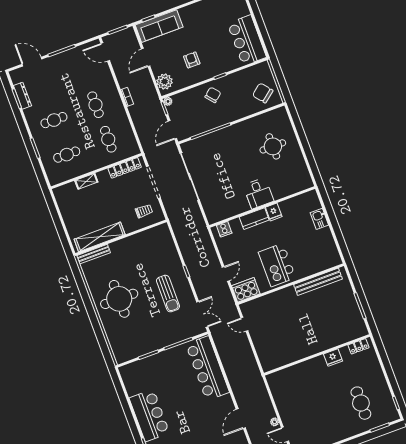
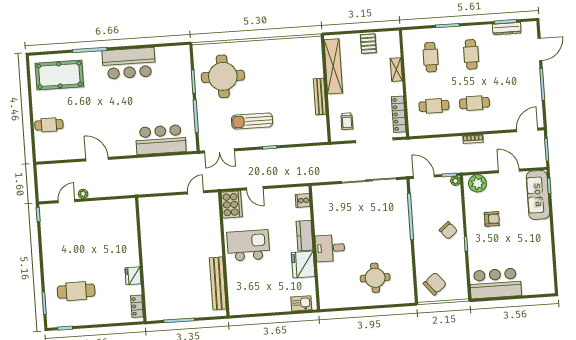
pallet: (71, 212) -> (368, 44), added
fridge: (274, 212) -> (303, 265), width x1.88, depth x1.34
kitchen sink: (319, 219) -> (301, 303), moved
bench: (93, 254) -> (320, 96), moved
round table: (119, 299) -> (223, 76), moved
bar counter: (208, 368) -> (161, 140), width x0.73

